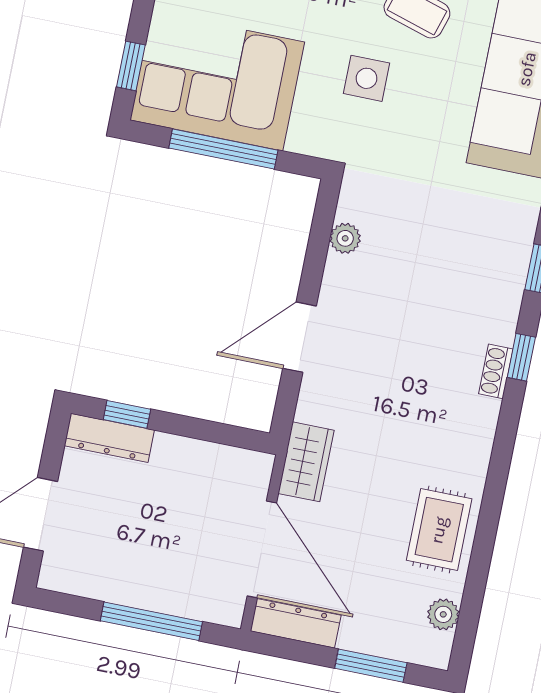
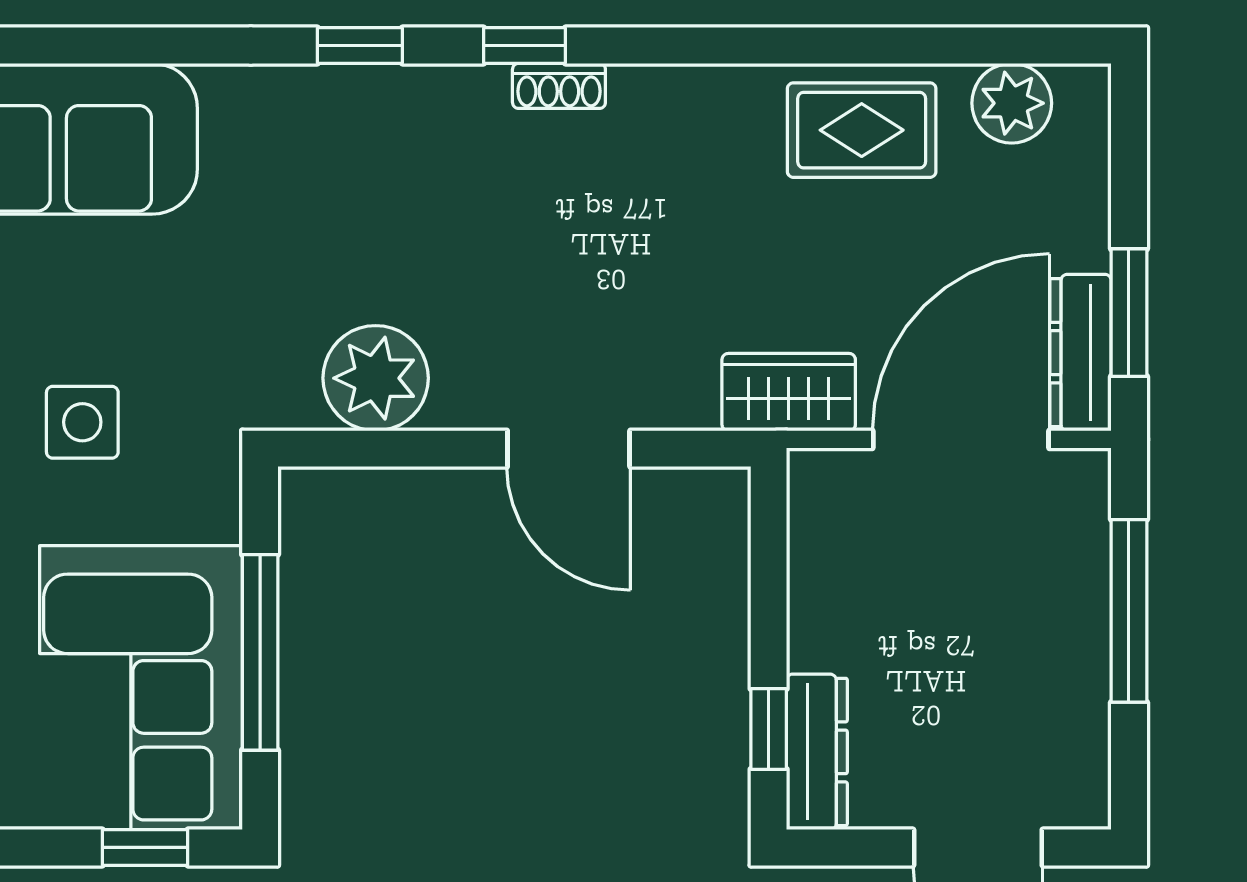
plant: (345, 238) -> (376, 378), width x1.88, depth x1.88
plant: (443, 614) -> (1012, 103), width x1.38, depth x1.38
window: (371, 666) -> (1129, 313), moved

